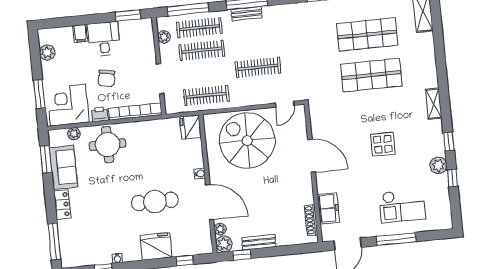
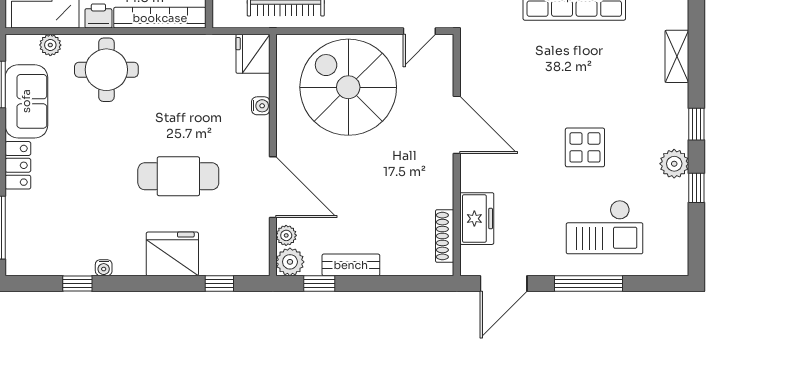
display table: (383, 144) -> (585, 147), moved
water cooler: (200, 174) -> (261, 106), moved

